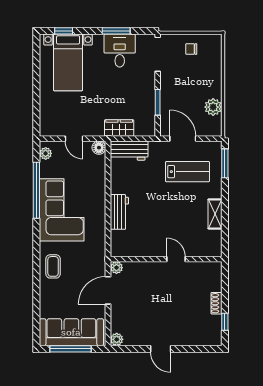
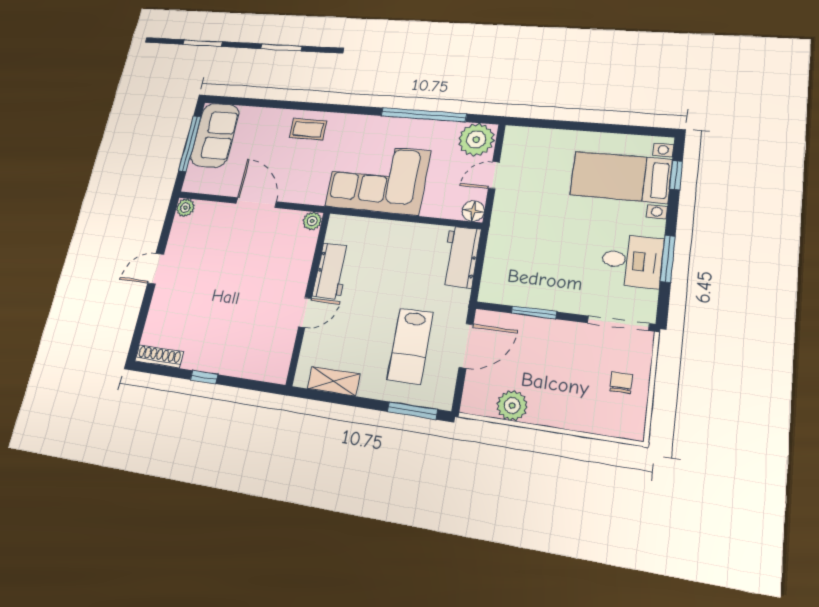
wardrobe: (119, 128) -> (500, 245), removed
plant: (46, 153) -> (476, 140), width x1.88, depth x1.88
corner sofa: (62, 210) -> (378, 179), moved, turned 180
workbench: (119, 212) -> (331, 271), moved, turned -90
wall: (166, 259) -> (308, 297), moved
door: (176, 259) -> (305, 312), moved
plant: (116, 268) -> (312, 221), moved
shoe rack: (216, 303) -> (159, 356), moved, width x1.43
window: (225, 322) -> (204, 377), moved
sofa: (71, 332) -> (215, 135), width x0.73

